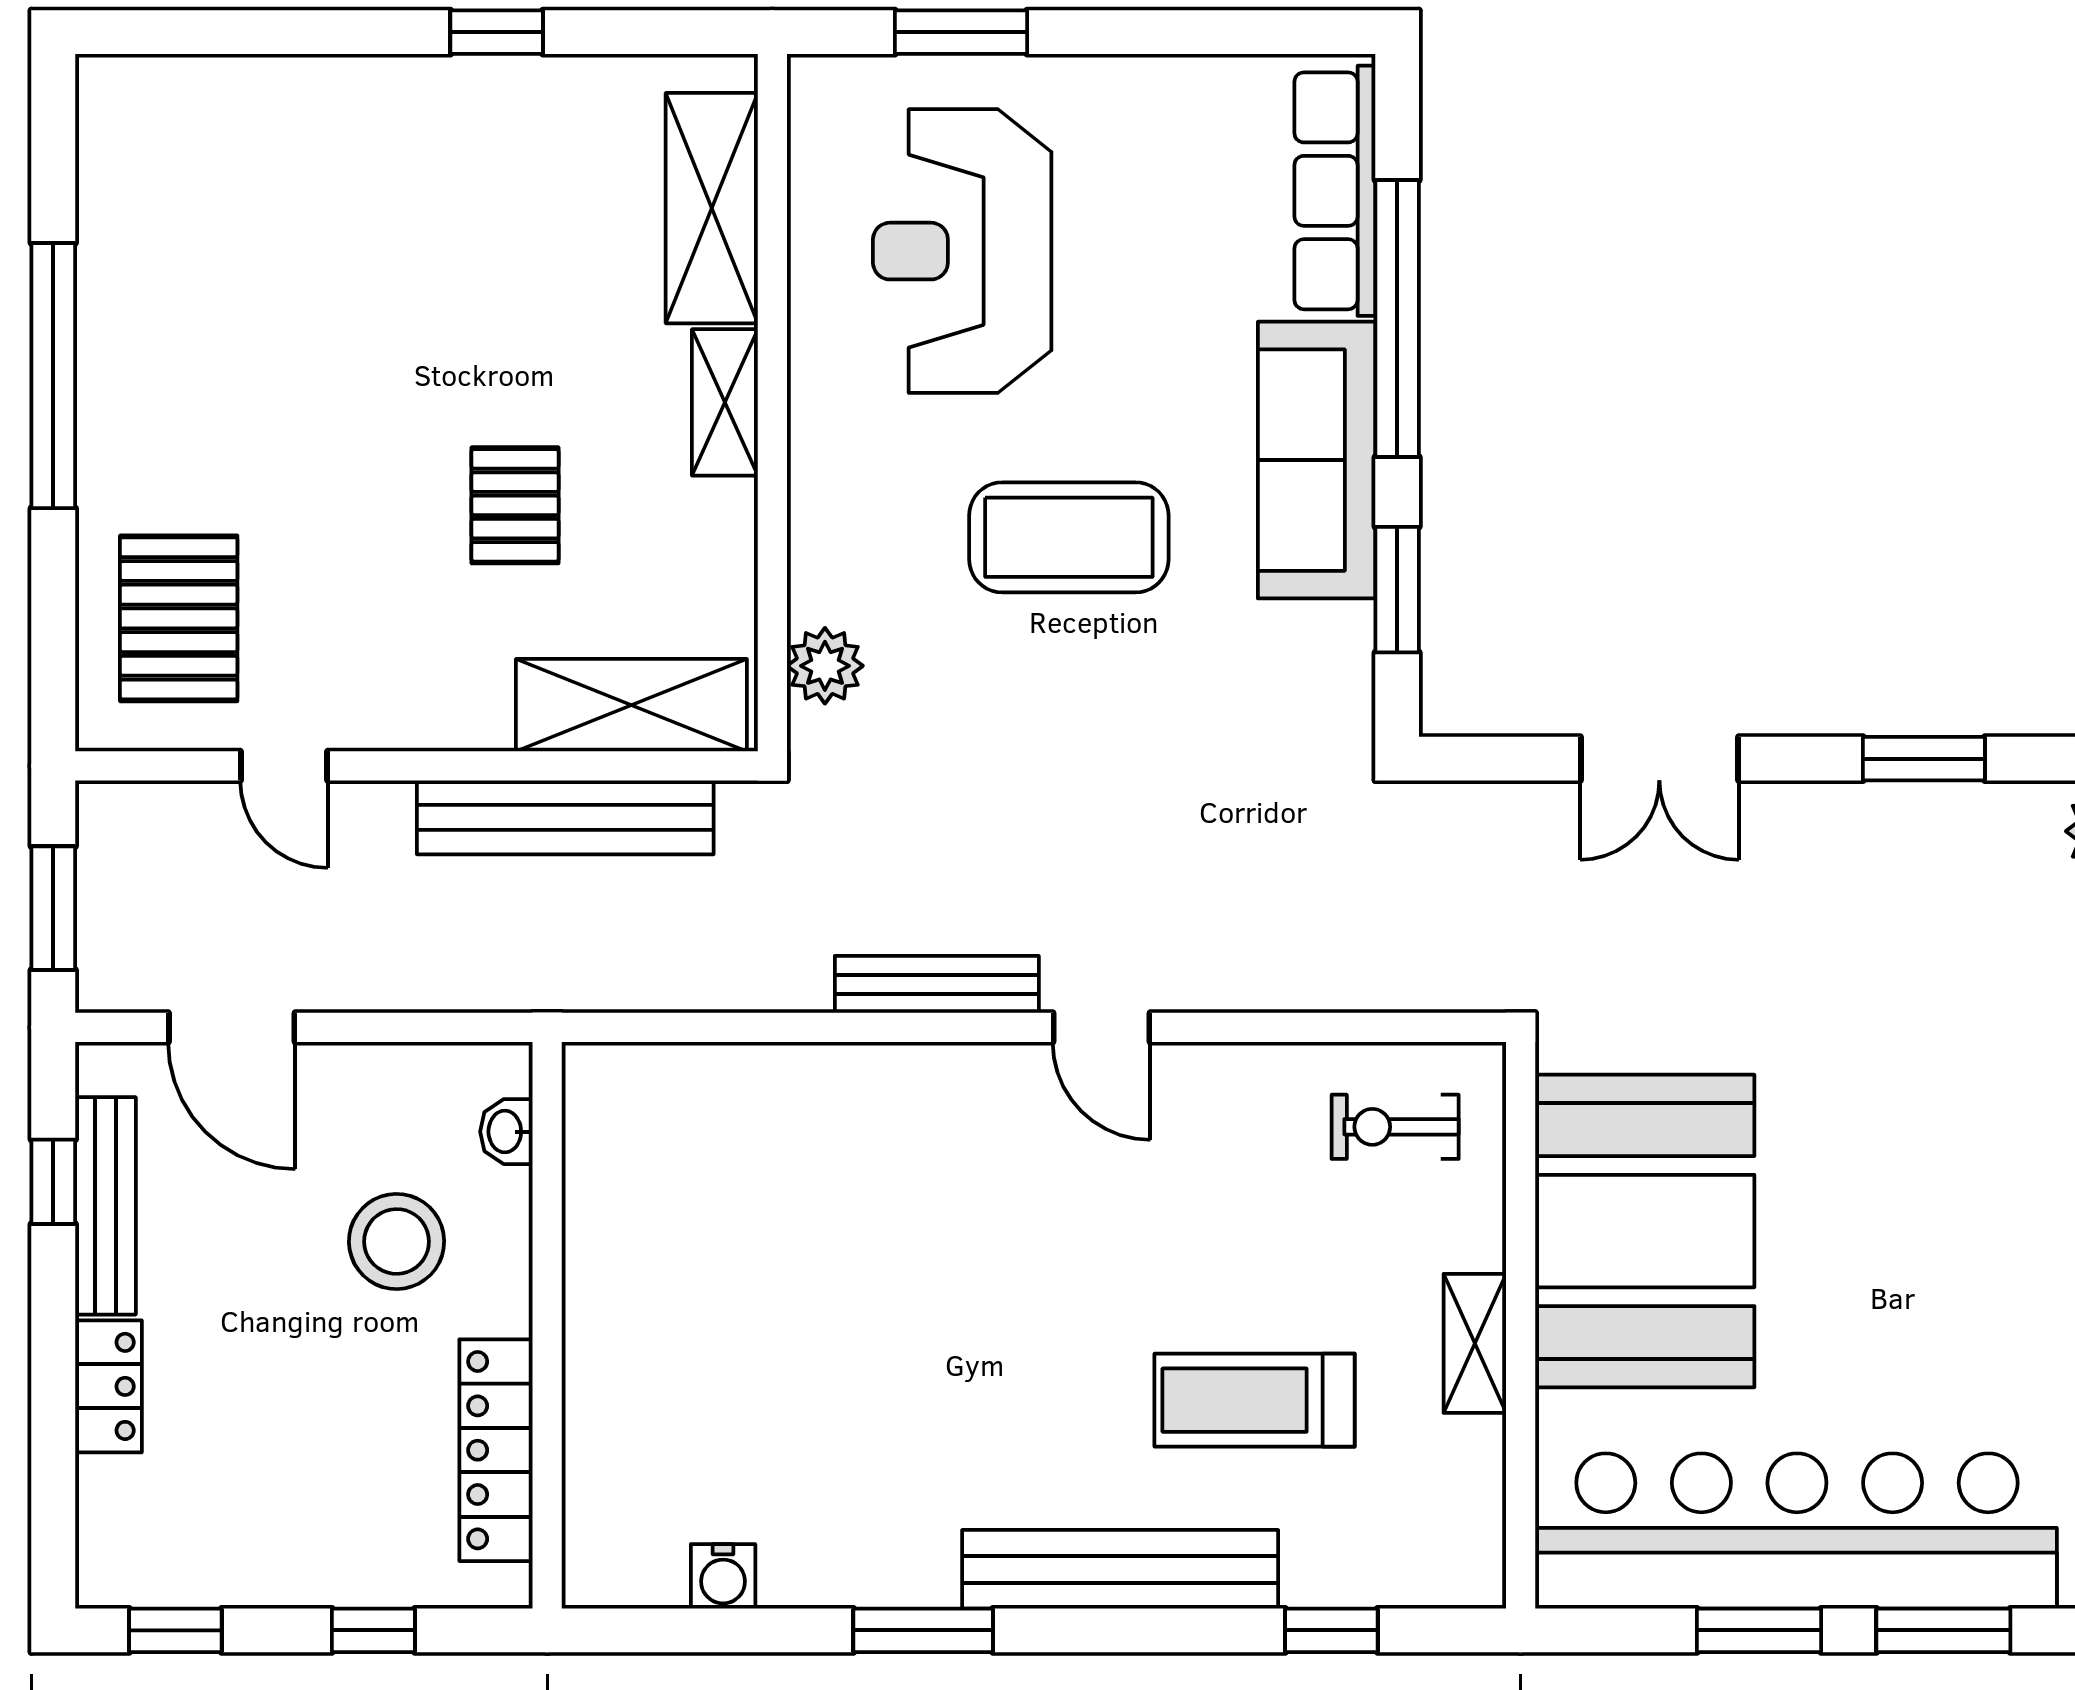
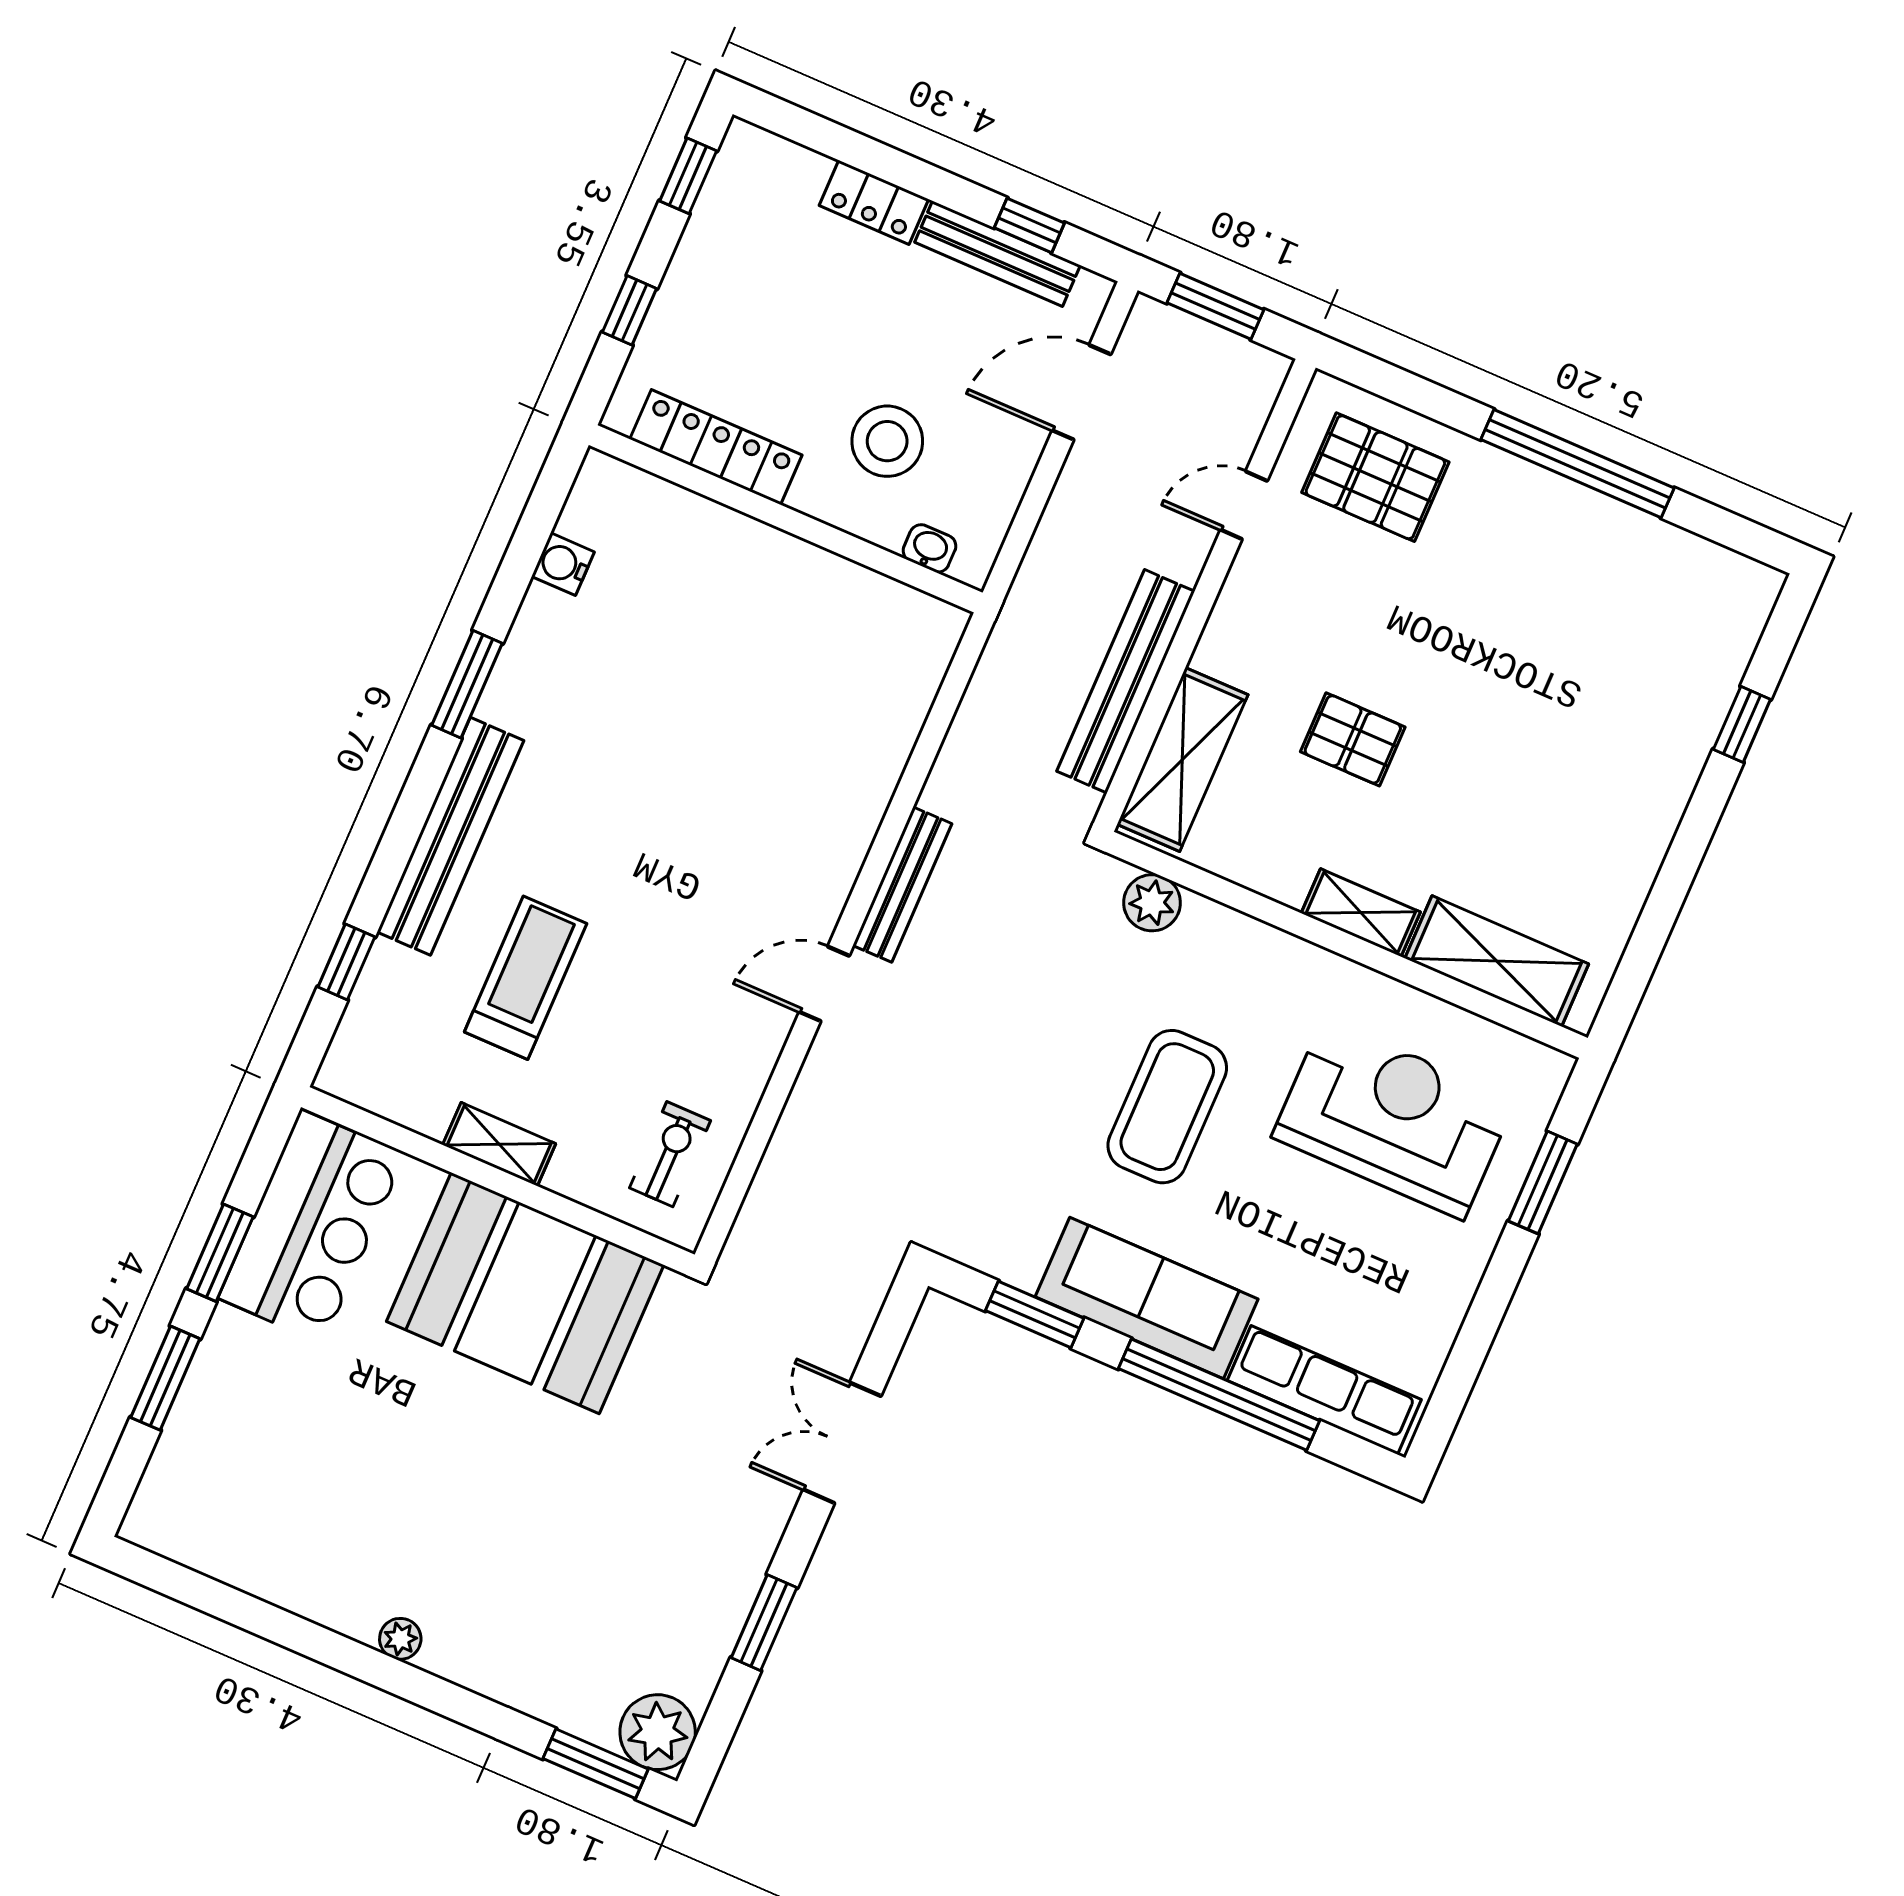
window: (497, 32) -> (1742, 724), moved
bar counter: (1797, 1531) -> (312, 1226), width x0.54

